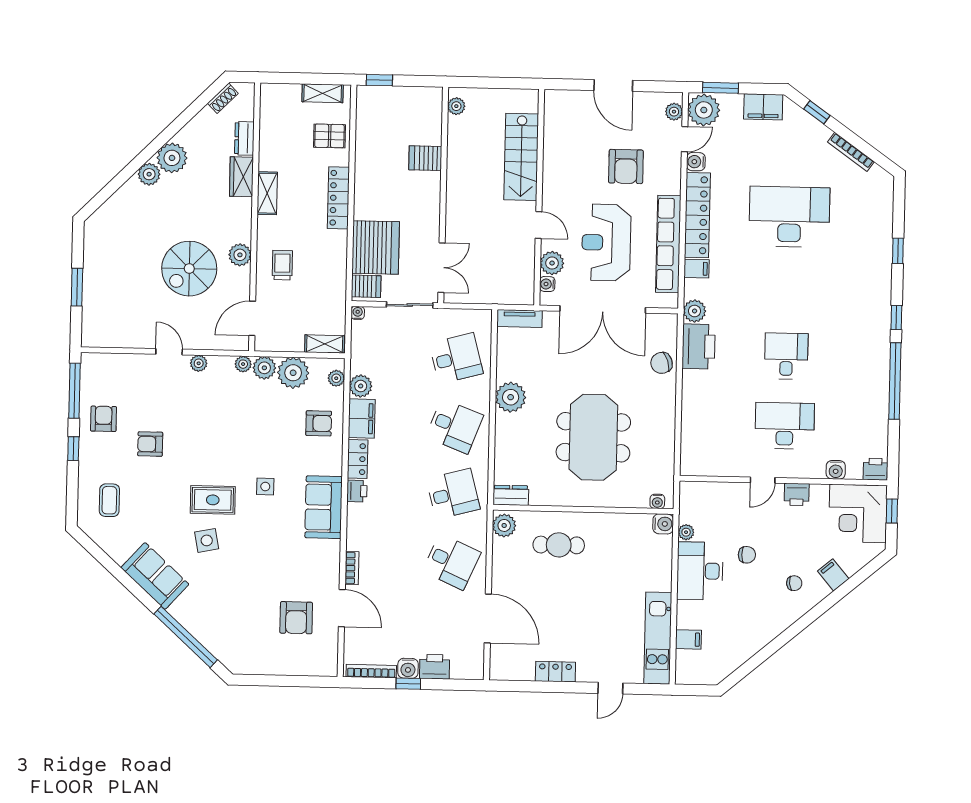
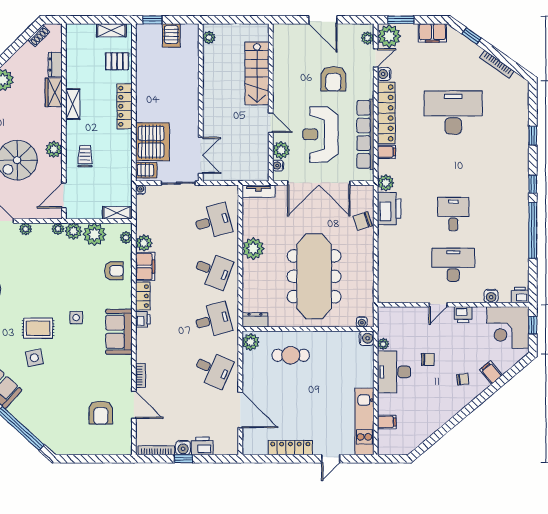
server rack: (425, 158) -> (171, 35), moved, turned -90
meeting table: (593, 437) -> (314, 276), width x1.36
locker: (555, 672) -> (290, 448), width x1.53

